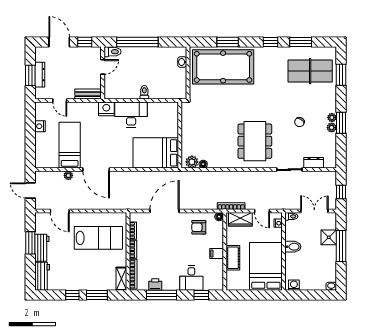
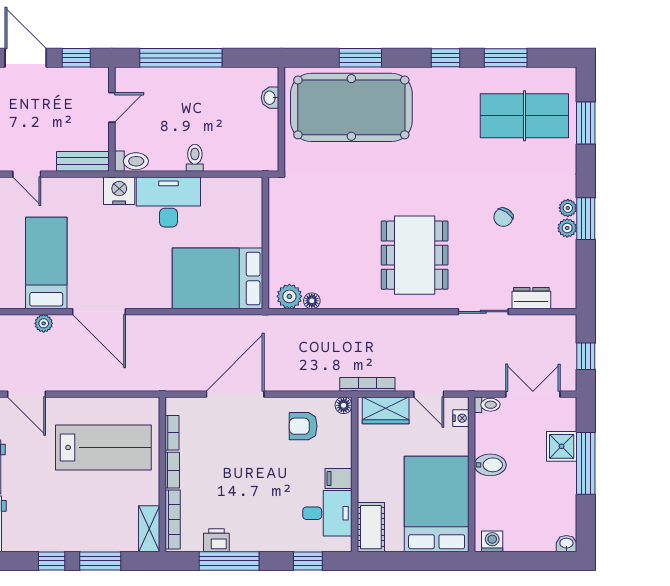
toilet: (112, 52) -> (131, 161), moved
cot: (233, 258) -> (371, 527), moved
desk: (191, 278) -> (327, 513), moved, turned -90

